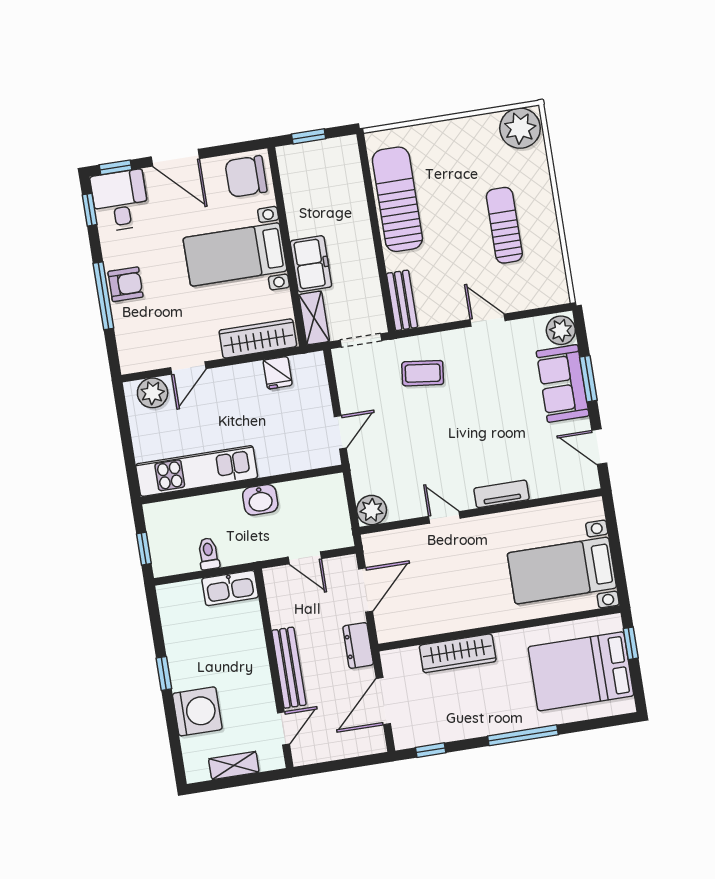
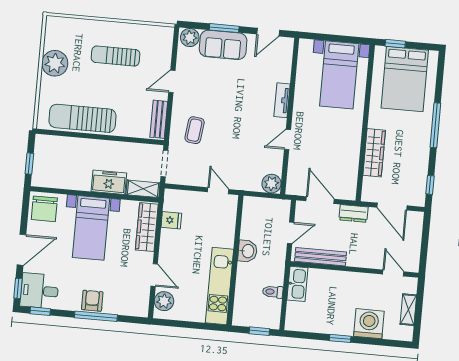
plant: (520, 128) -> (55, 63), moved
bench: (402, 300) -> (159, 119), moved, turned 90
bench: (289, 668) -> (321, 257), moved

